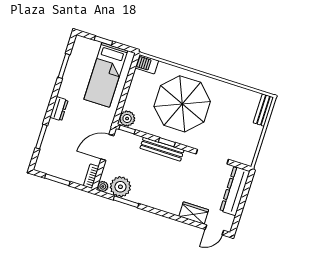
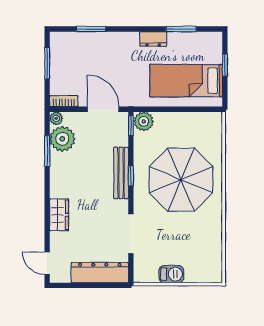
barbecue: (147, 64) -> (171, 274), moved, turned 90
dresser: (59, 109) -> (153, 39), moved
bench: (263, 110) -> (204, 276), removed
wardrobe: (194, 213) -> (59, 215), moved

